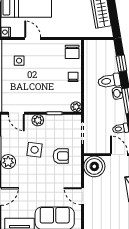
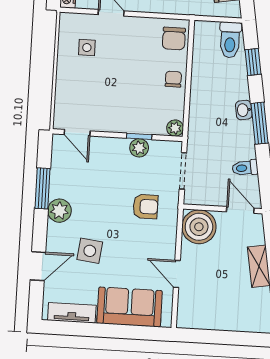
toilet: (109, 81) -> (230, 40), moved, turned -81
plant: (38, 120) -> (139, 148), moved
side table: (35, 150) -> (90, 251), moved

